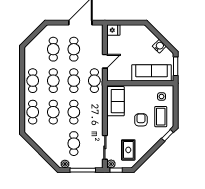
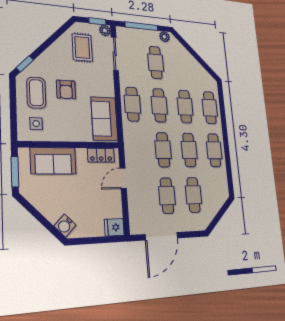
water cooler: (159, 46) -> (65, 226), moved
sofa: (151, 73) -> (53, 161), width x0.73
locker: (119, 77) -> (101, 155), added
cafe table: (94, 81) -> (132, 104), moved

